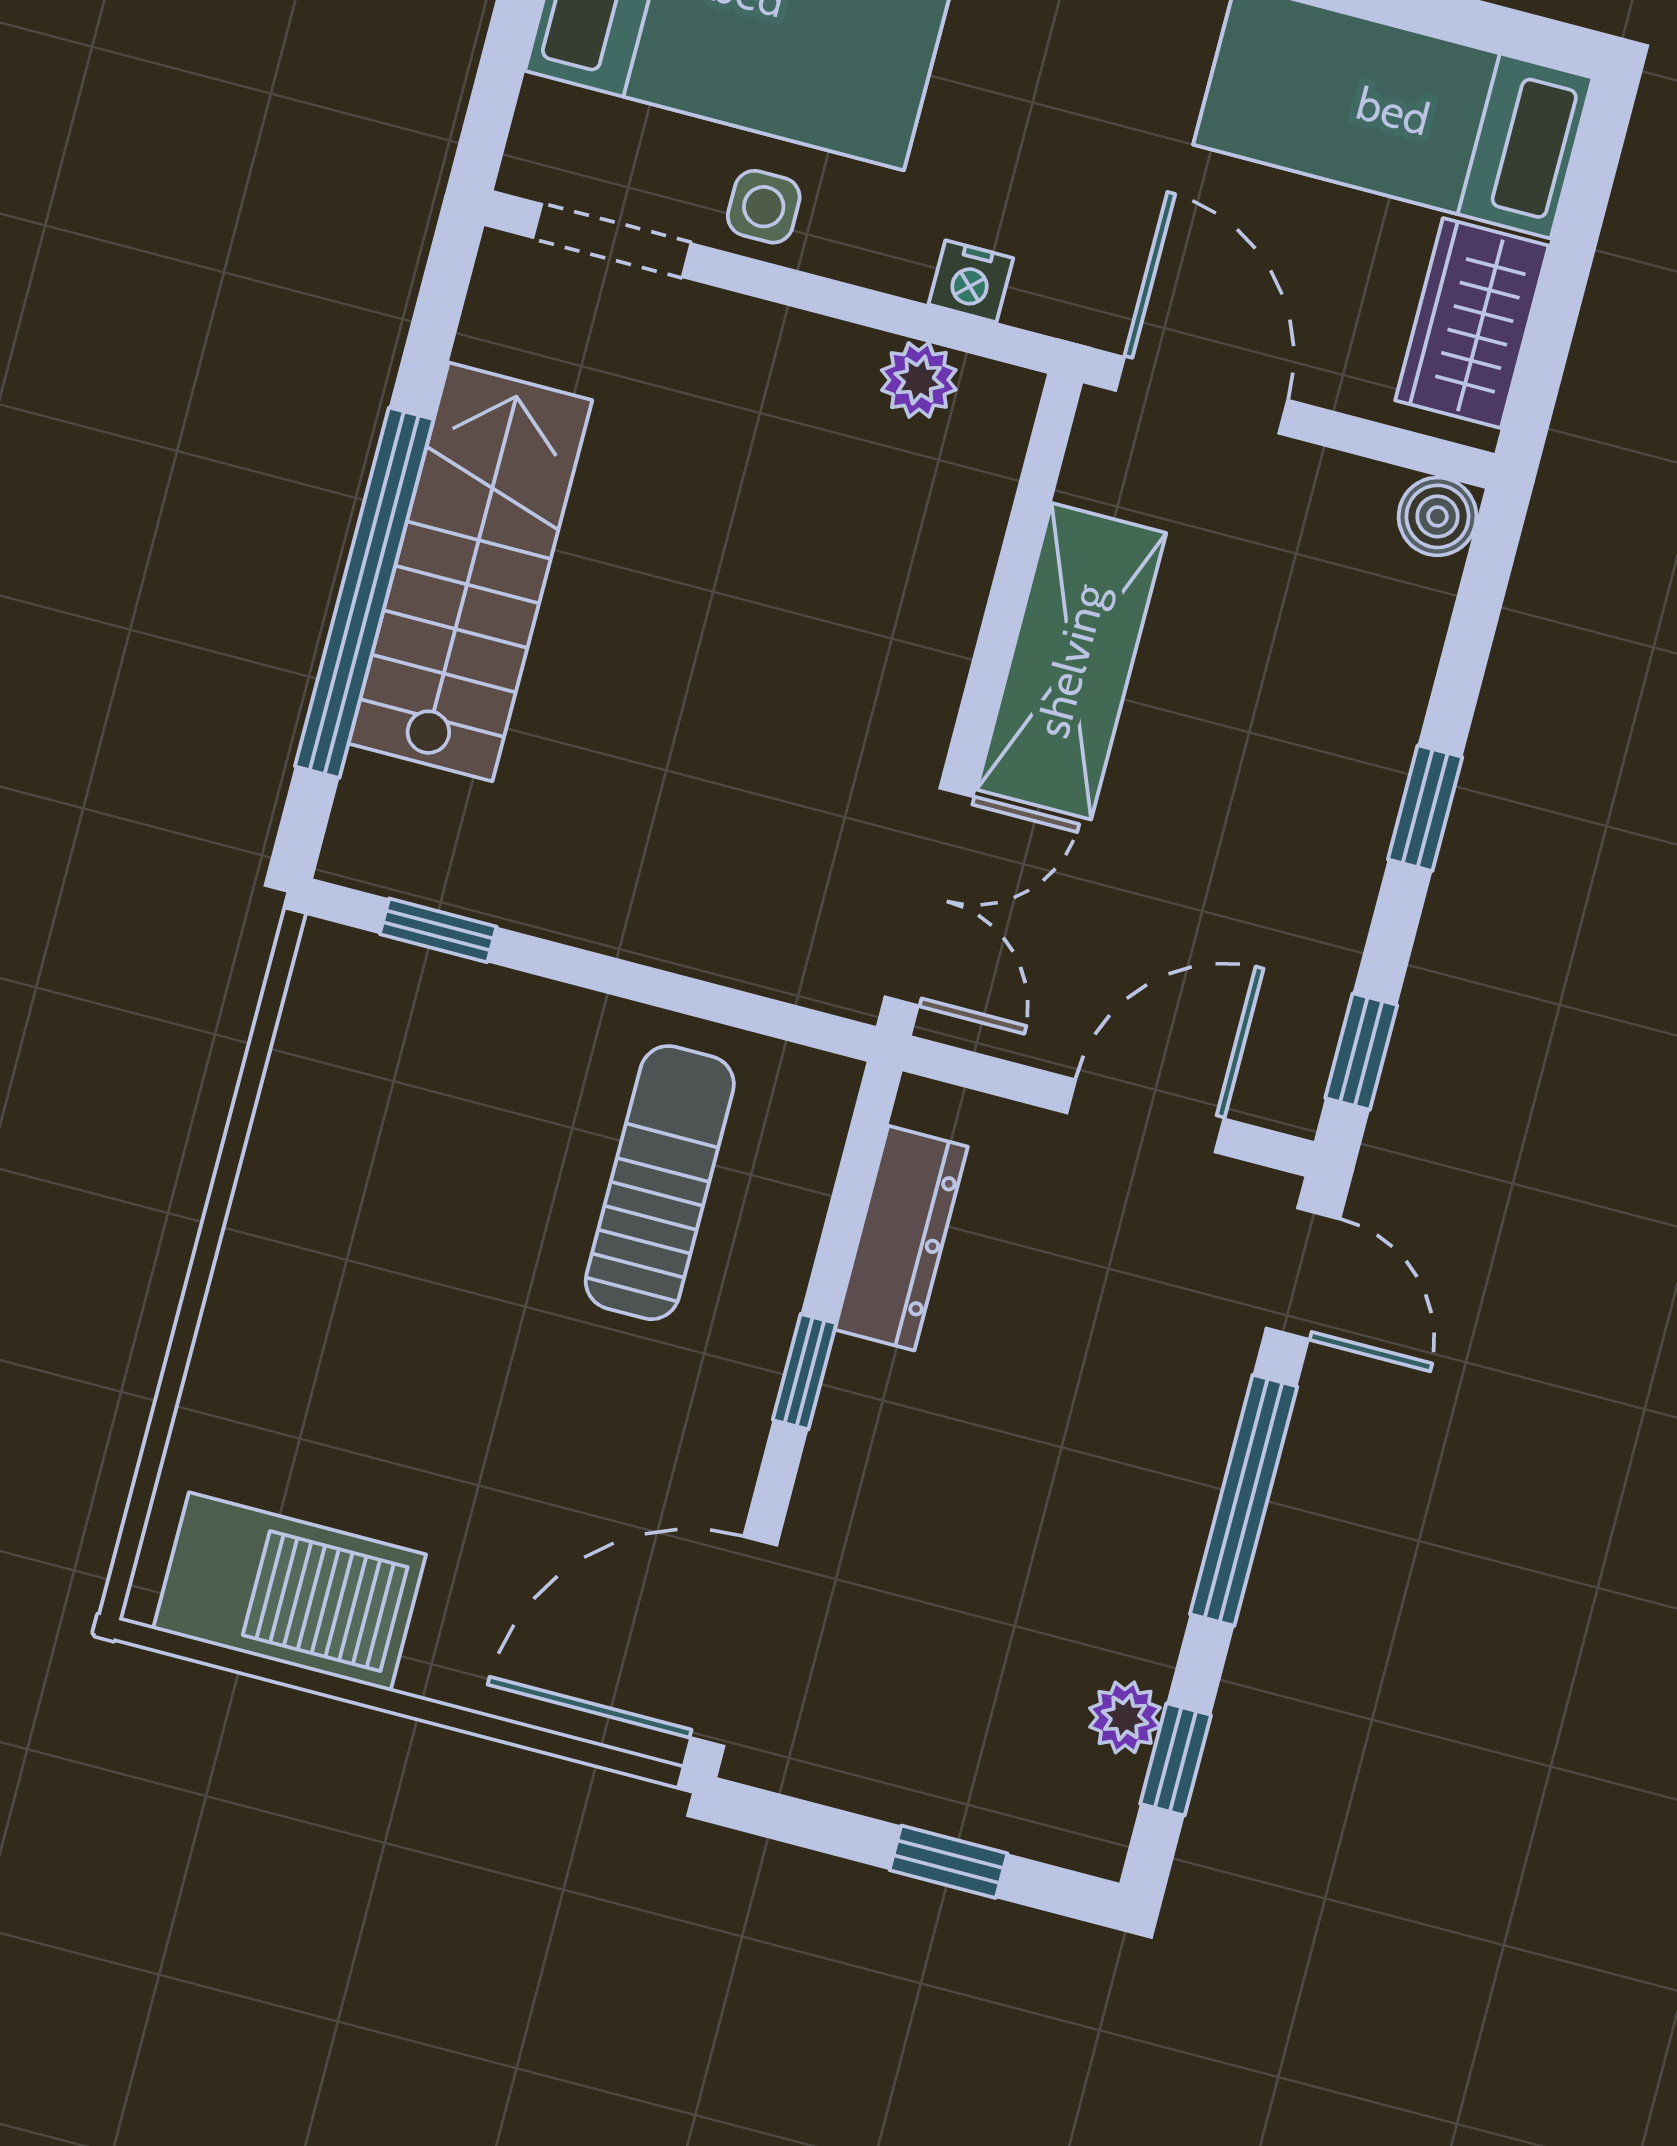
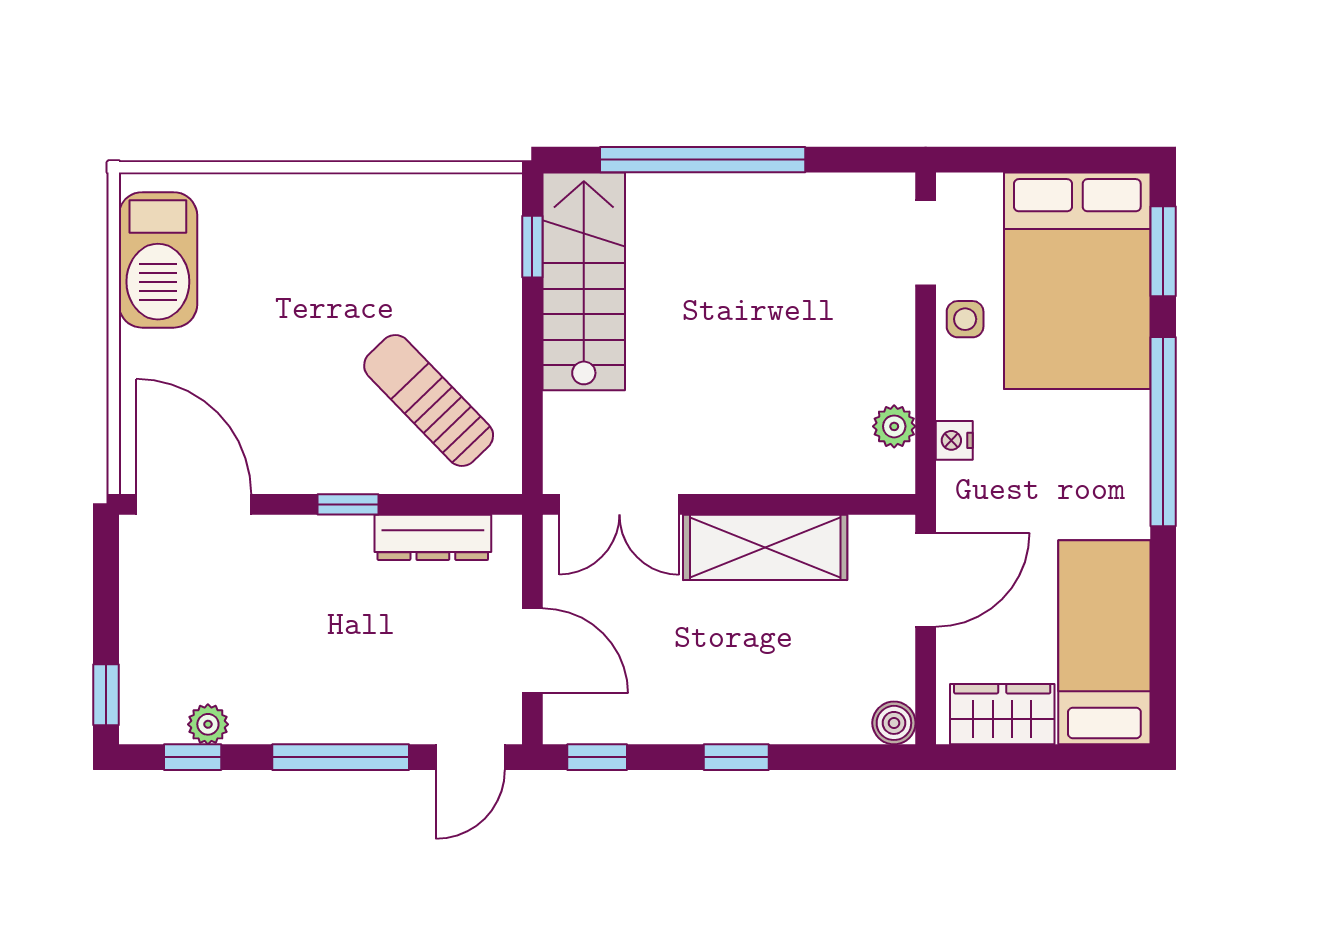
stairs: (470, 572) -> (584, 281), moved, turned -90
sun lounger: (660, 1183) -> (429, 400), turned -134
window: (949, 1862) -> (106, 695), moved

